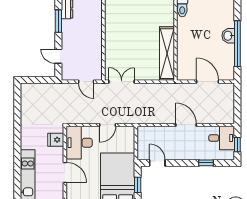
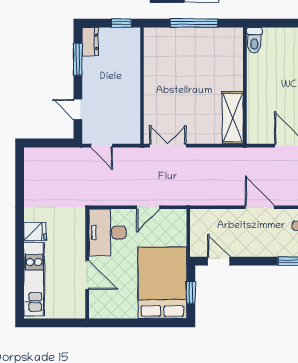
shelving: (167, 54) -> (233, 118), width x0.68
door: (86, 82) -> (102, 146), moved
fridge: (56, 140) -> (35, 232), moved, turned 180

